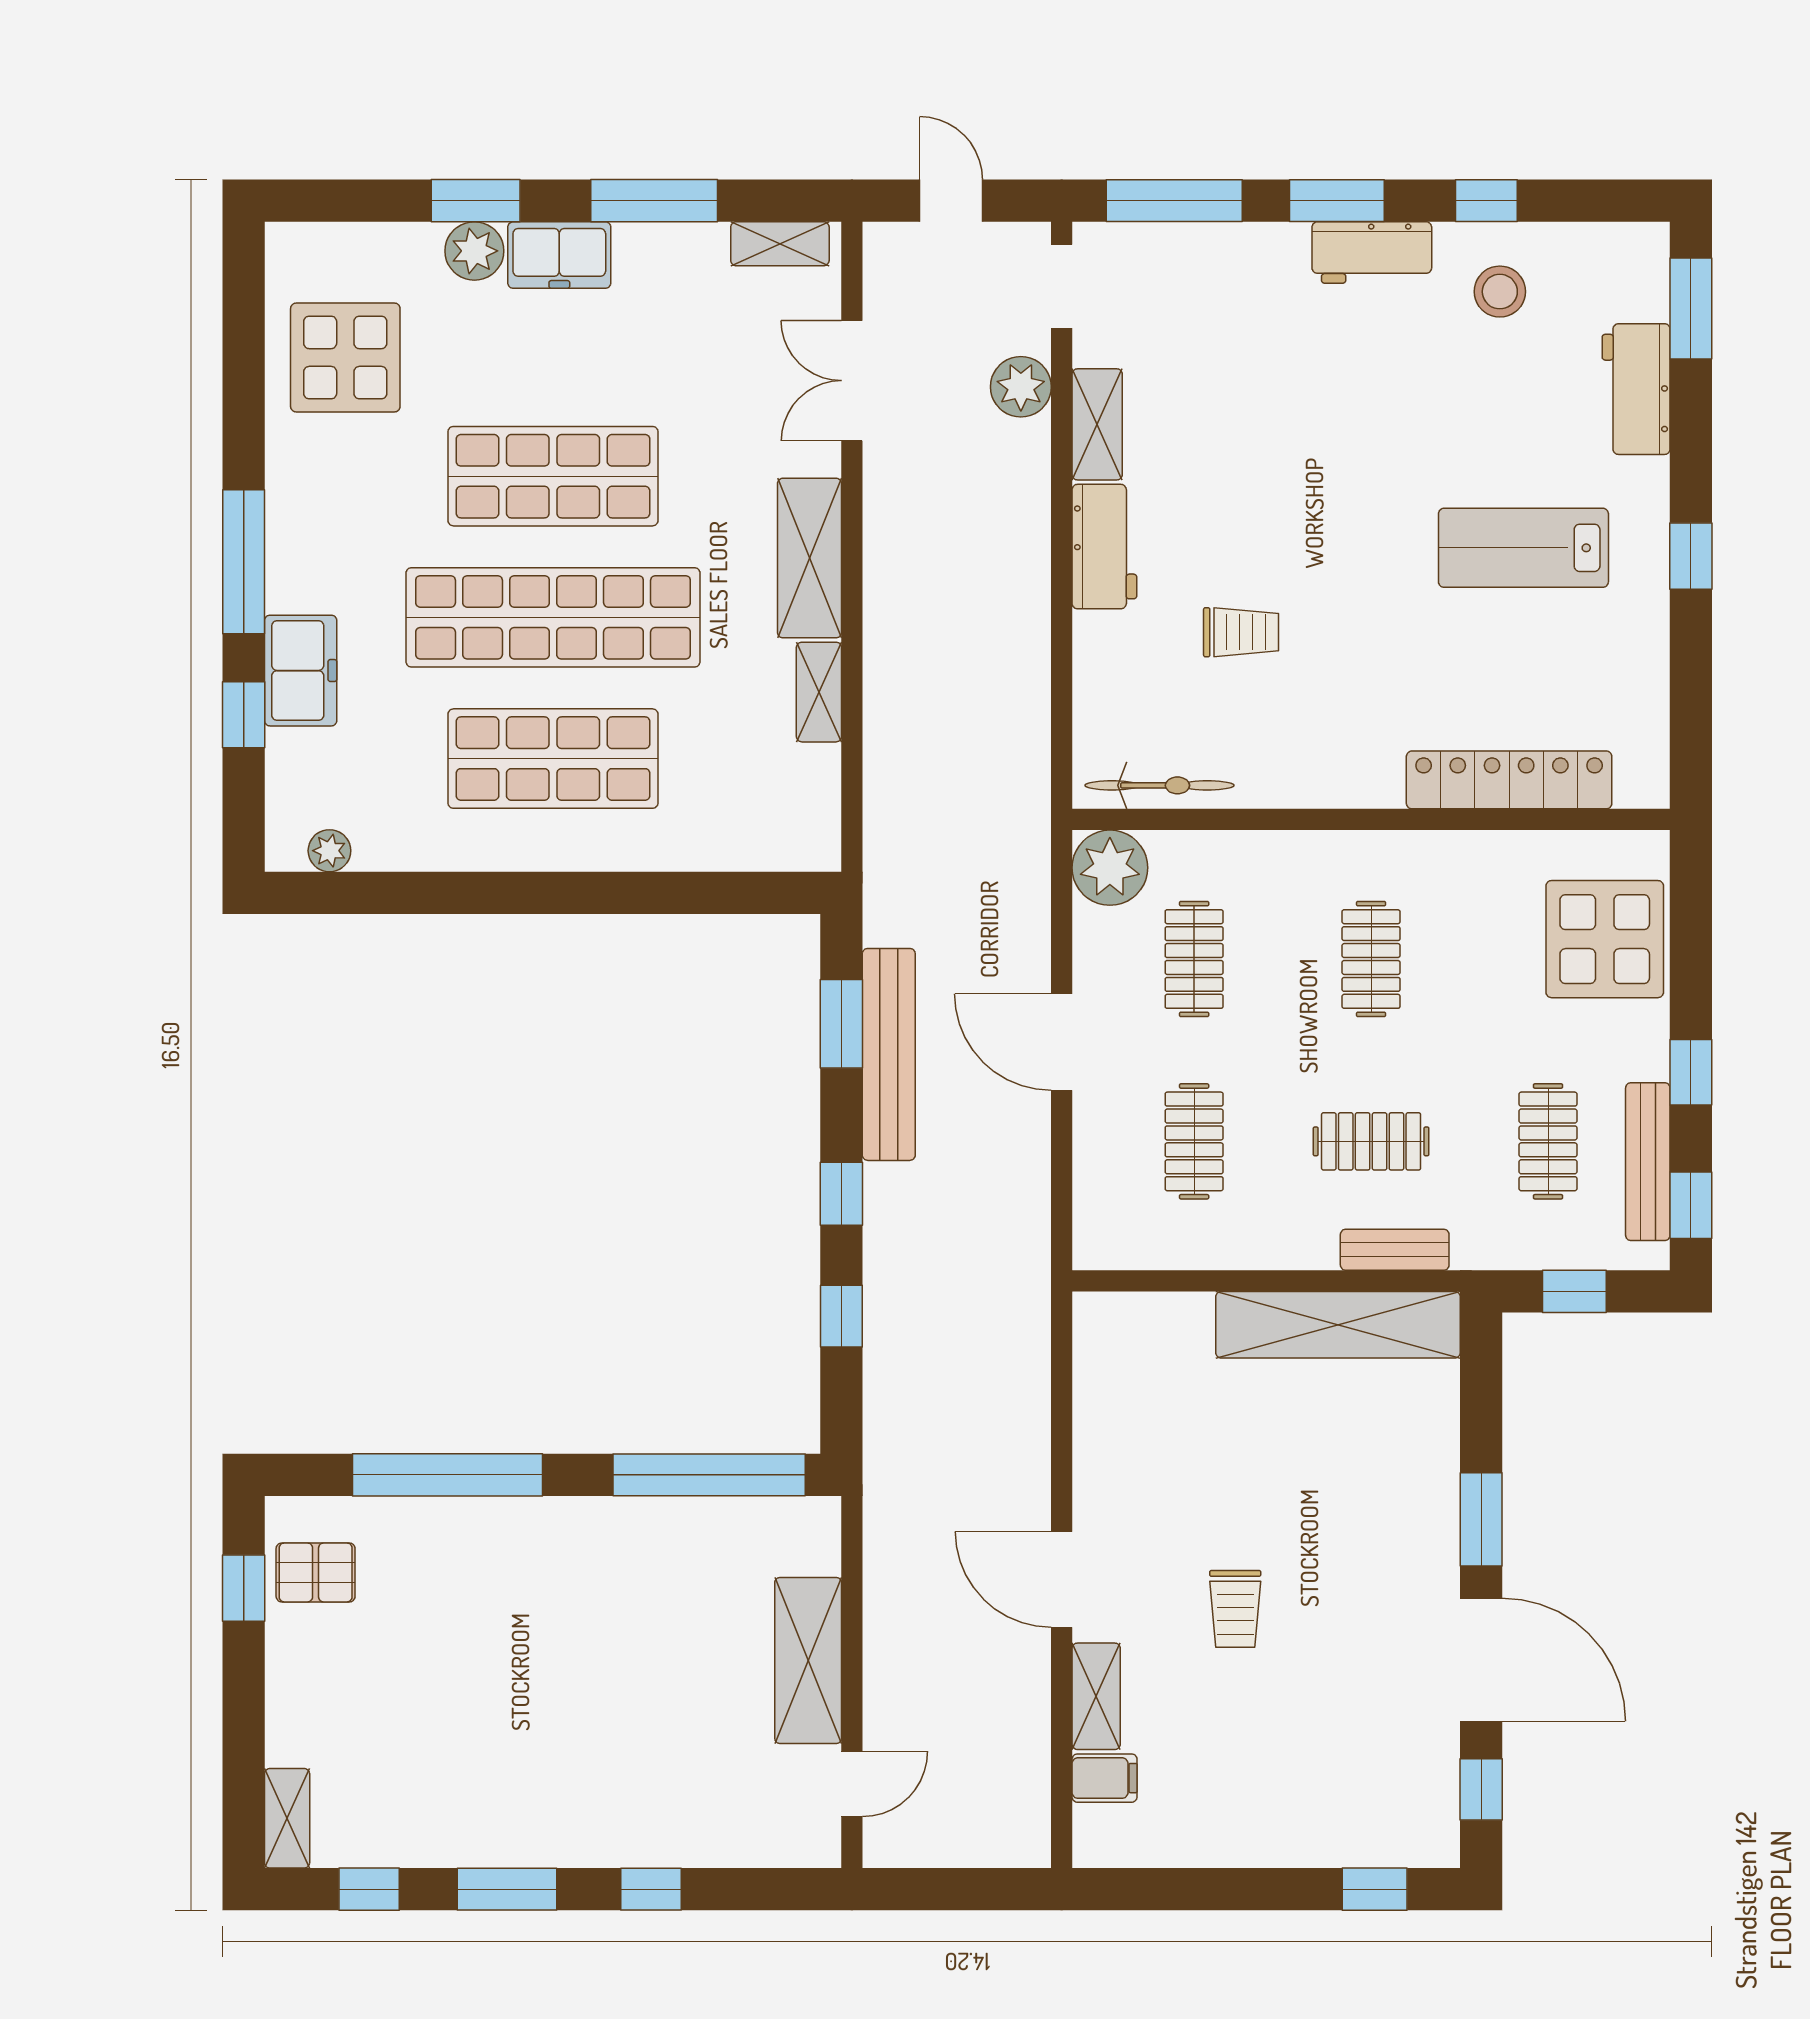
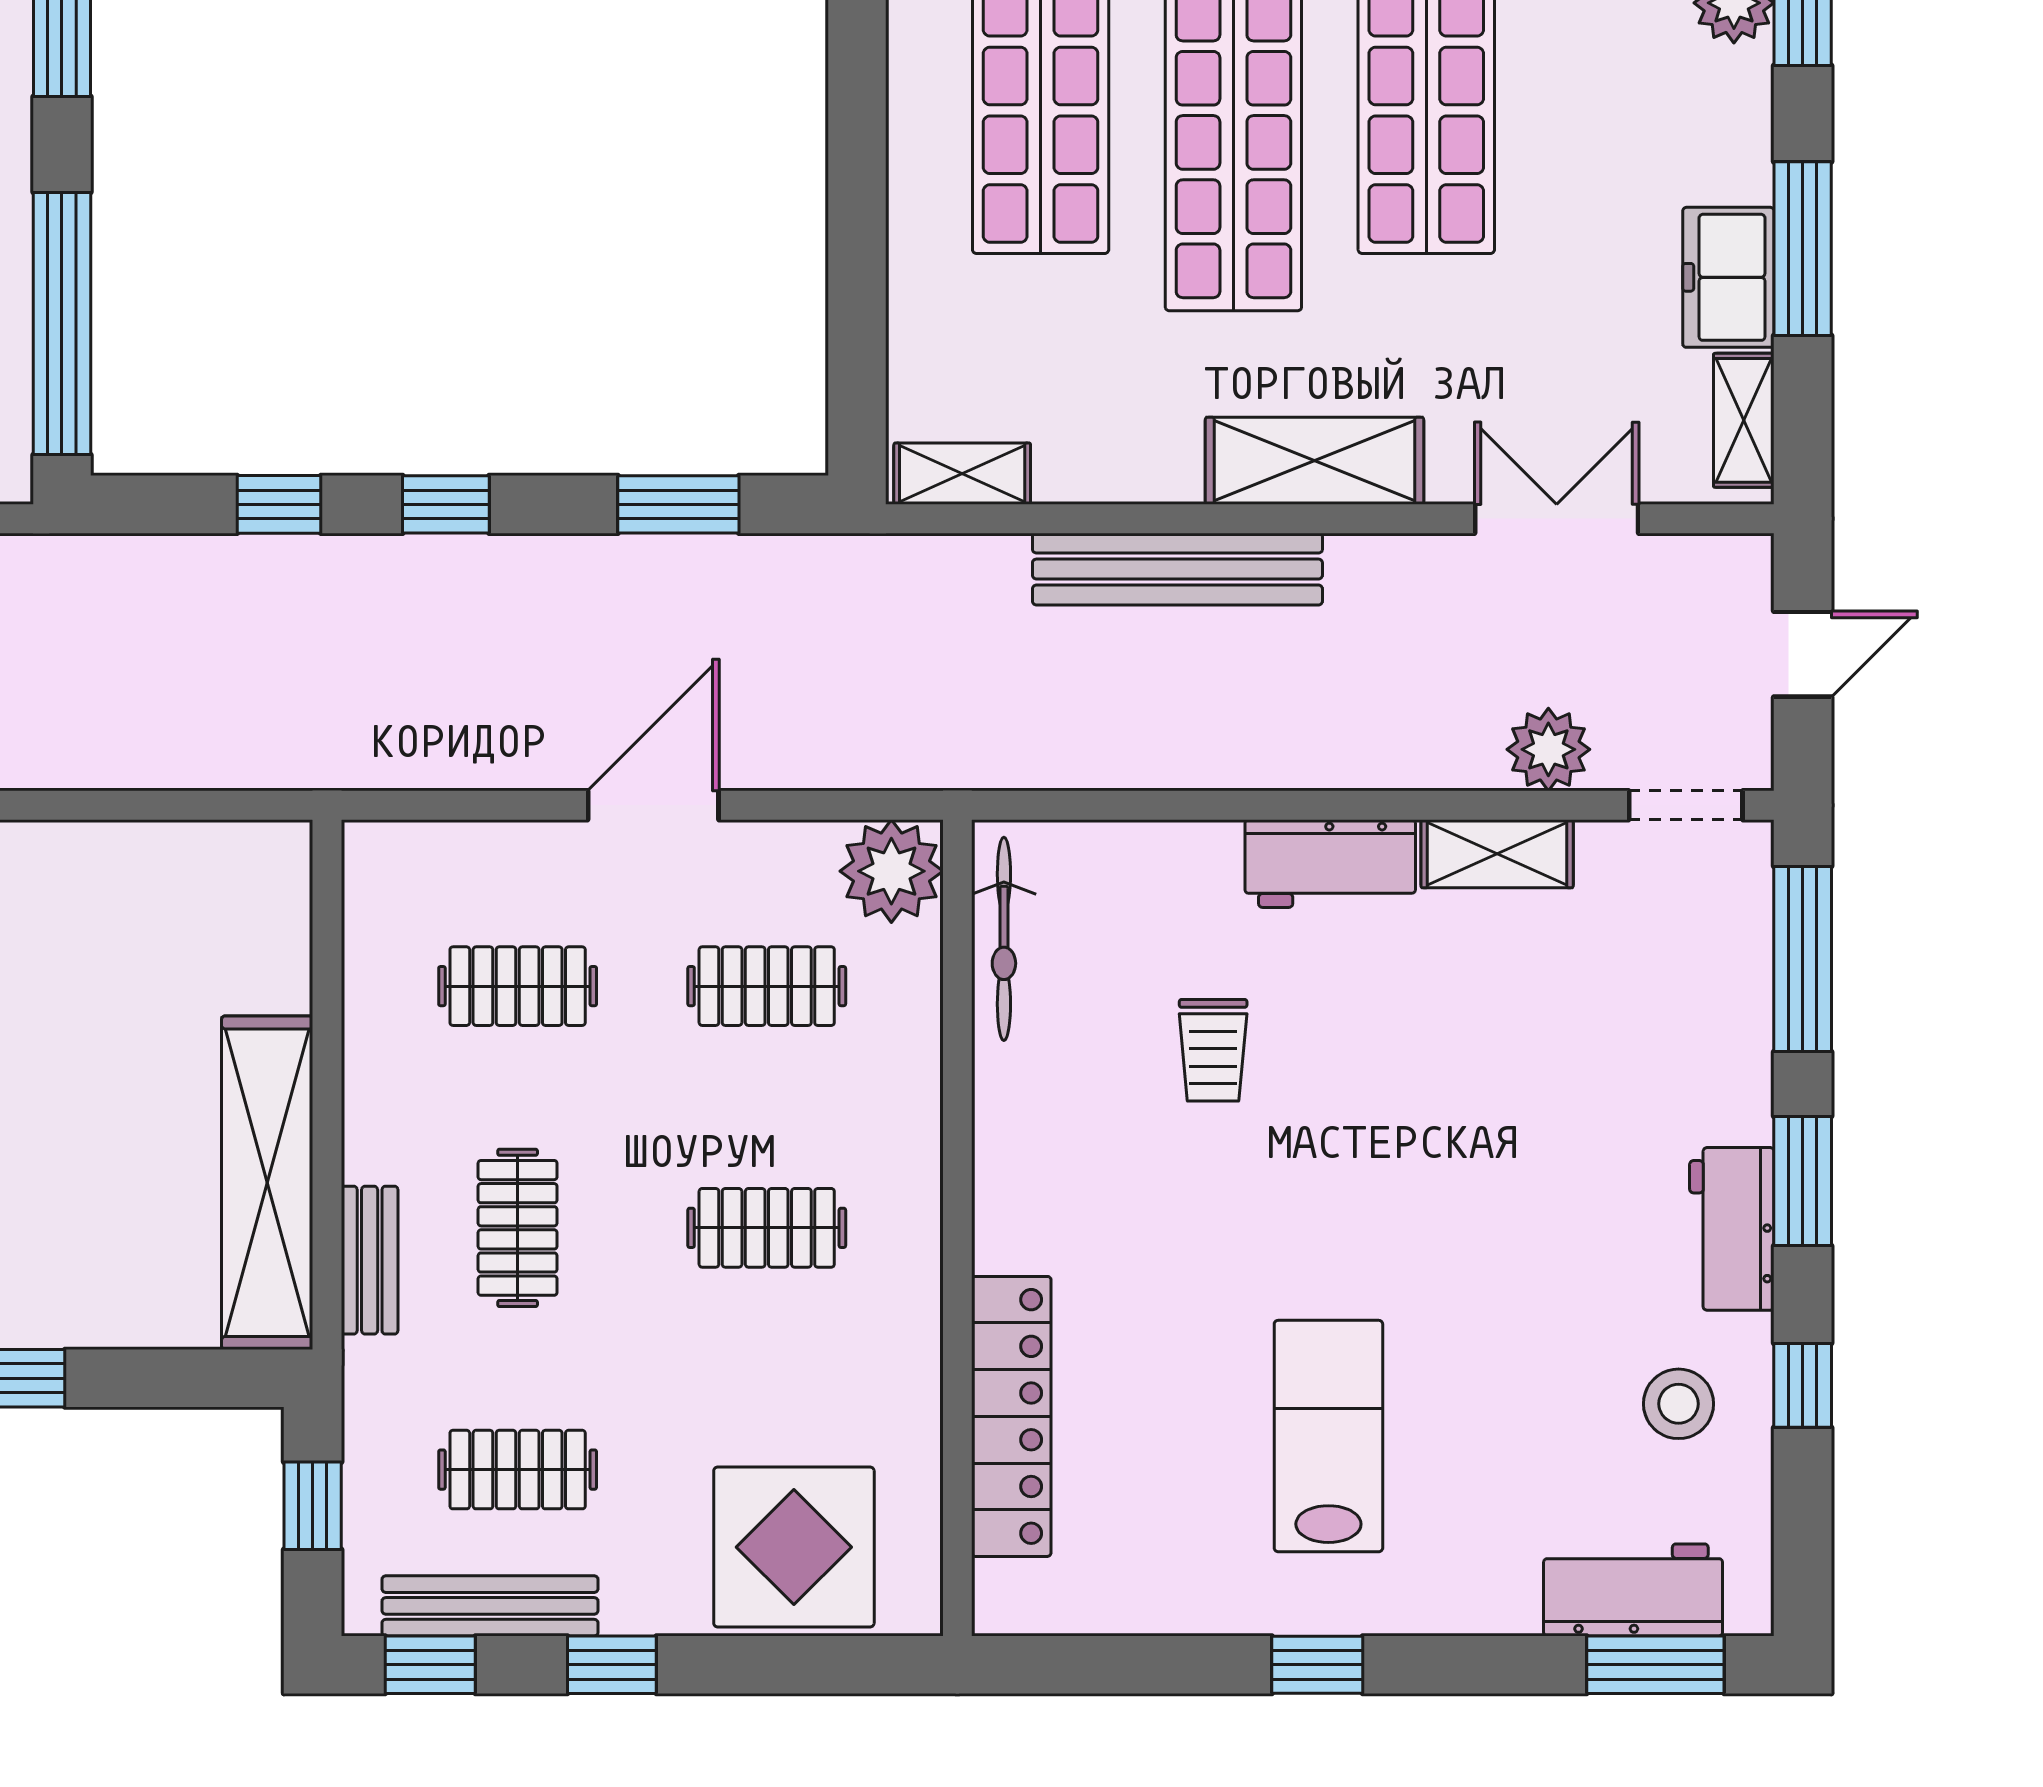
freezer: (559, 255) -> (1728, 277), moved
workbench: (1636, 389) -> (1633, 1590), moved
shelving: (819, 692) -> (962, 474), moved
bench: (889, 1054) -> (1177, 569), moved

